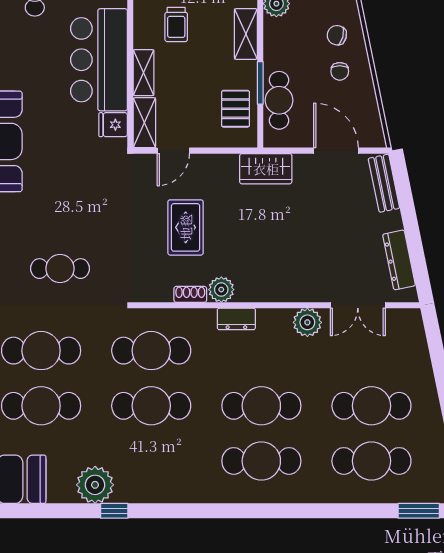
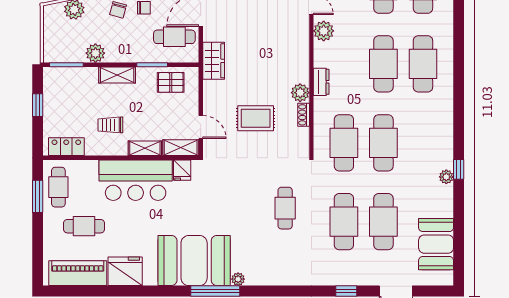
trolley: (176, 25) -> (110, 125), turned 180
cafe table: (279, 100) -> (174, 37), moved
plant: (95, 485) -> (446, 177), width x0.53, depth x0.53

